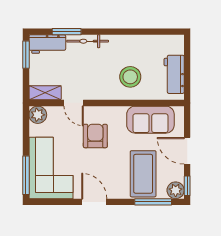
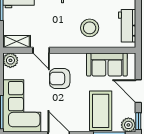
armchair: (95, 136) -> (60, 78), turned -90

